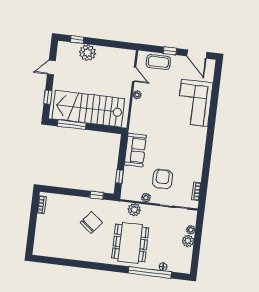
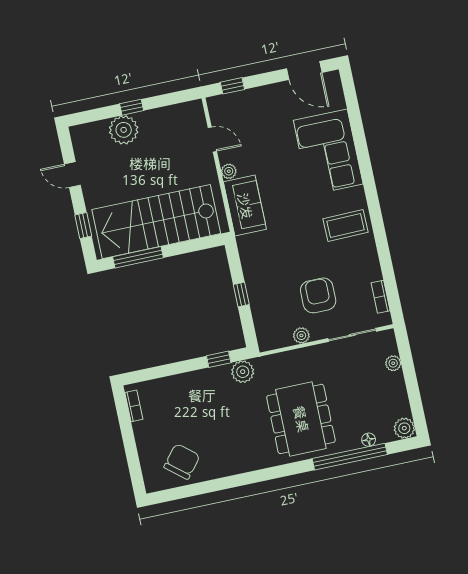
window: (77, 40) -> (132, 107), moved
window: (170, 51) -> (232, 86), moved
coffee table: (158, 62) -> (345, 225), moved
door: (51, 67) -> (72, 175), hinge flipped
sofa: (135, 150) -> (245, 206), moved
window: (119, 176) -> (241, 294), moved
plant: (134, 210) -> (243, 372), moved
chair: (91, 222) -> (182, 461), moved
plant: (188, 241) -> (404, 428), moved

